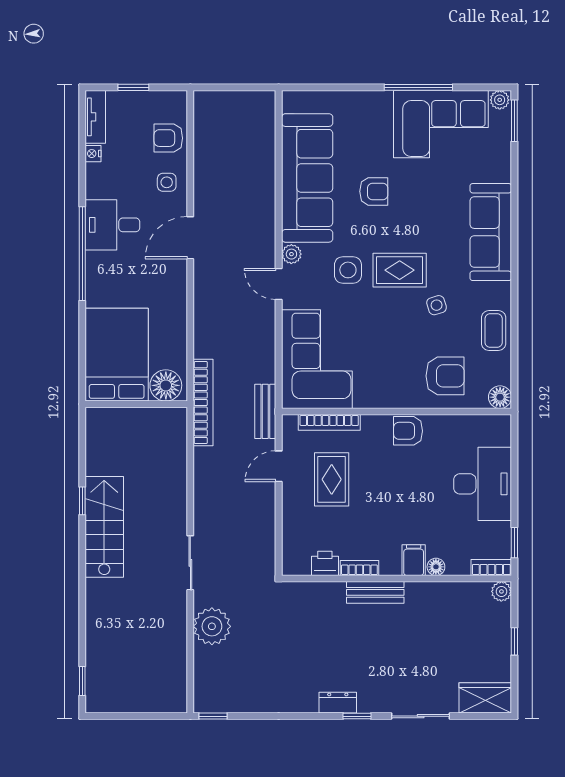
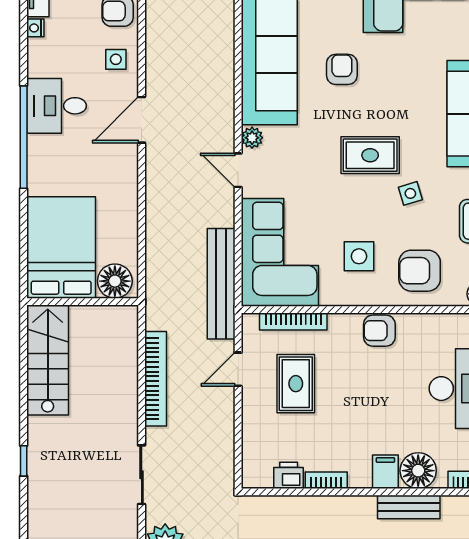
armchair: (374, 191) -> (342, 69), turned -90
side table: (348, 270) -> (359, 256), moved
armchair: (445, 376) -> (420, 271), turned 180
bookcase: (203, 403) -> (156, 379), moved
bench: (265, 411) -> (221, 284), width x1.86, depth x1.21
window: (82, 501) -> (24, 461), moved
stairs: (104, 527) -> (48, 360), moved
floor lamp: (436, 567) -> (418, 471), width x1.89, depth x1.89
bench: (375, 592) -> (409, 507), moved

